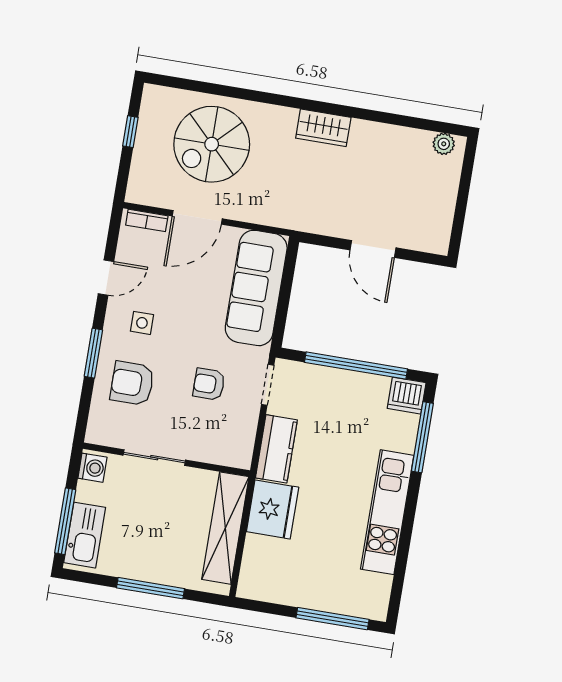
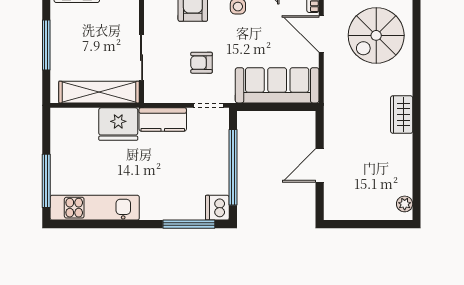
spiral stairs: (212, 144) -> (376, 35), turned -90
armchair: (209, 384) -> (202, 63), turned -90
sliding door: (154, 458) -> (142, 58), moved
kitchen unit: (387, 512) -> (95, 208), moved

